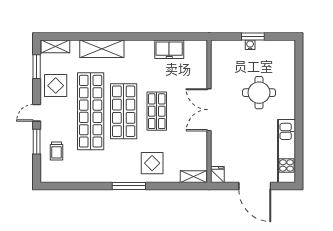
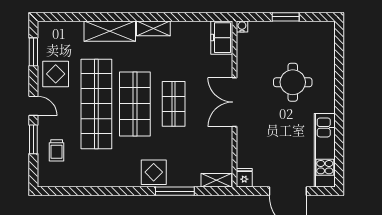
water cooler: (250, 45) -> (242, 26), moved
shelving: (55, 46) -> (153, 28), moved
freezer: (169, 49) -> (222, 38), moved, turned 90
door: (37, 113) -> (33, 106), swing flipped
display table: (152, 163) -> (154, 172), moved
window: (129, 186) -> (175, 191), moved

